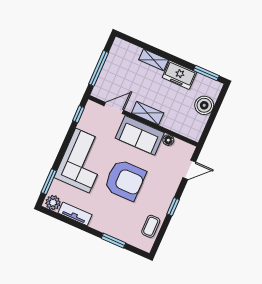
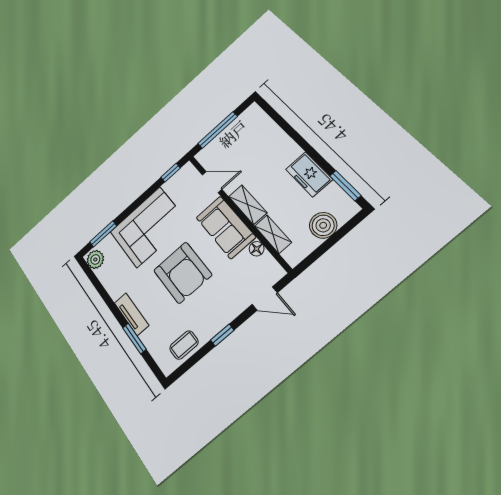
shelving: (154, 60) -> (273, 234), moved
tv unit: (75, 214) -> (131, 314), moved

